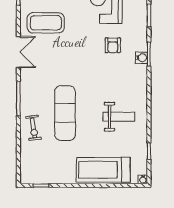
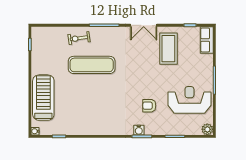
weight bench: (119, 117) -> (89, 111), removed

